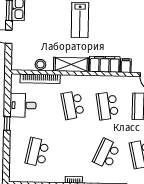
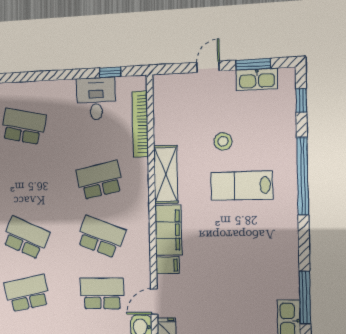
stool: (40, 64) -> (223, 141), moved
school desk: (107, 106) -> (101, 237), turned 30
window: (7, 124) -> (110, 72), moved

